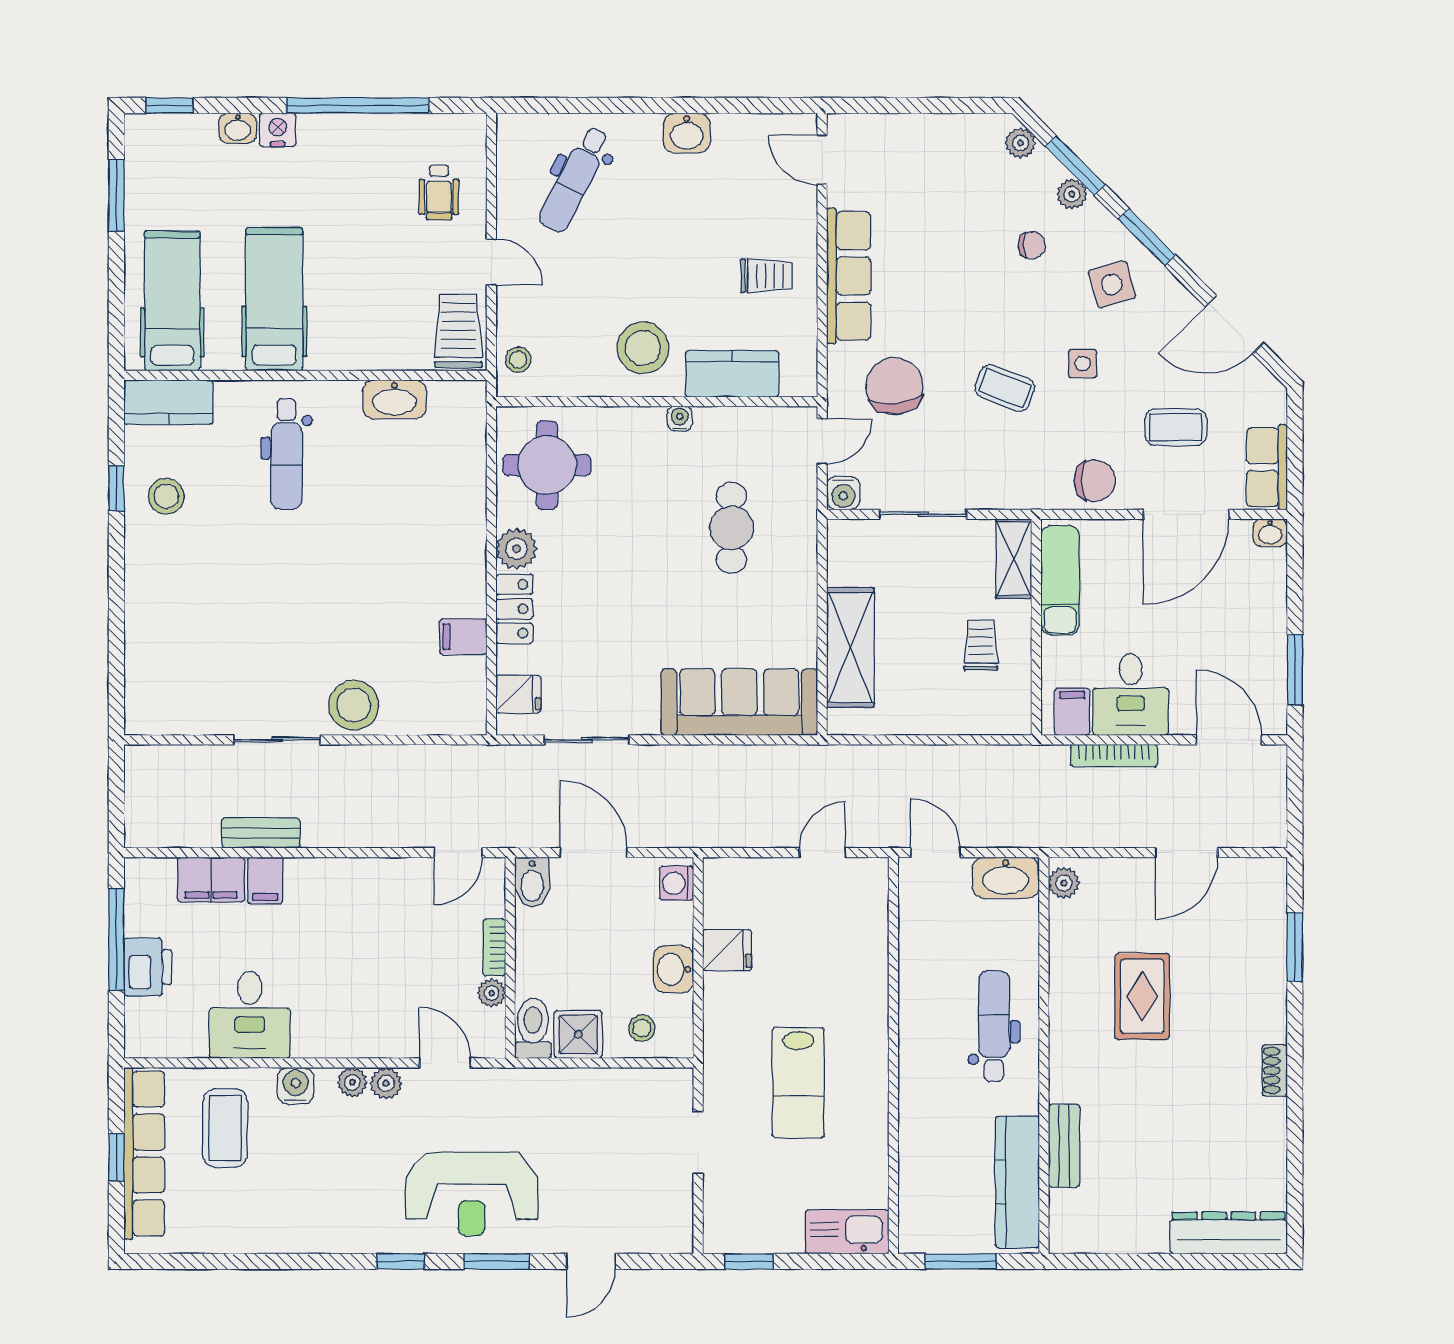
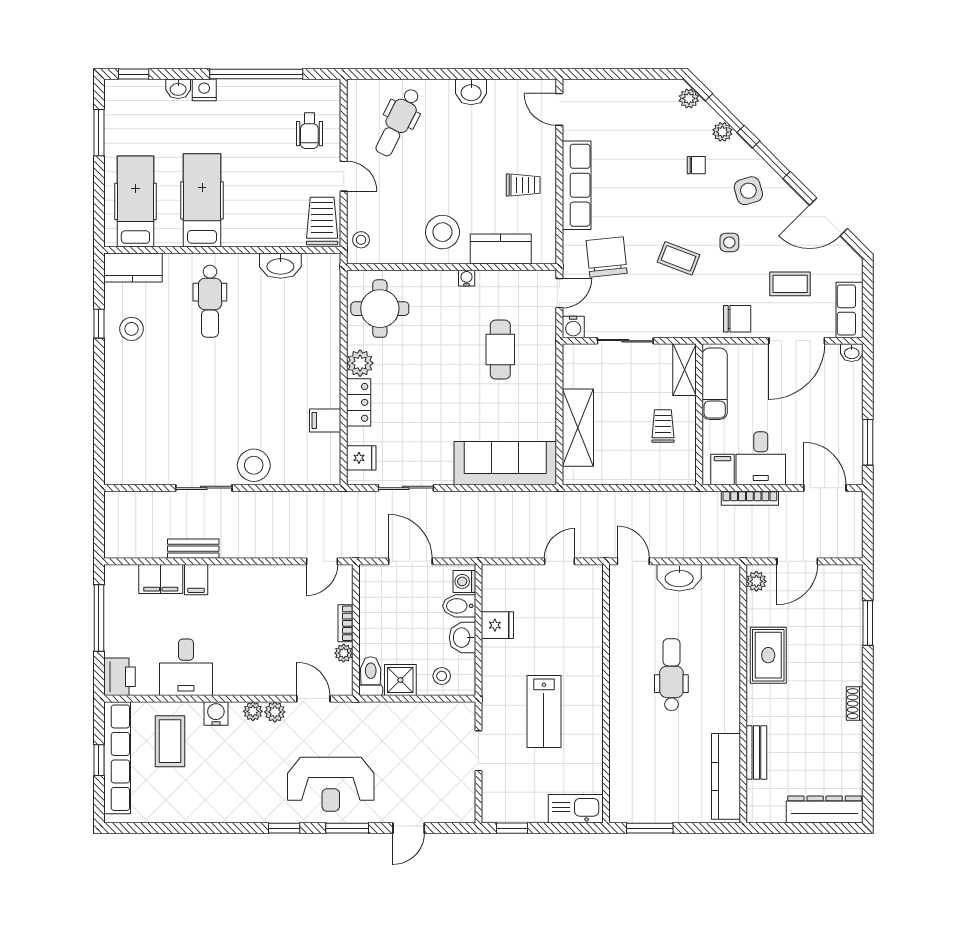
bidet: (532, 882) -> (459, 606), moved, turned 90
plant: (1064, 883) -> (756, 581), moved
printer: (148, 967) -> (119, 677), moved
wall: (1044, 1055) -> (743, 694), moved
bench: (1064, 1146) -> (756, 753), moved
kitchen counter: (1017, 1182) -> (726, 776), moved

